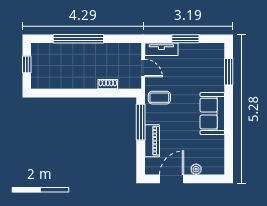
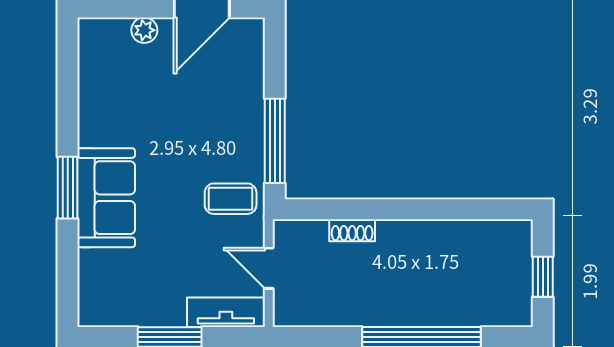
window: (229, 72) -> (68, 188), moved
sofa: (212, 114) -> (106, 198), moved
piano: (152, 141) -> (248, 97), removed

